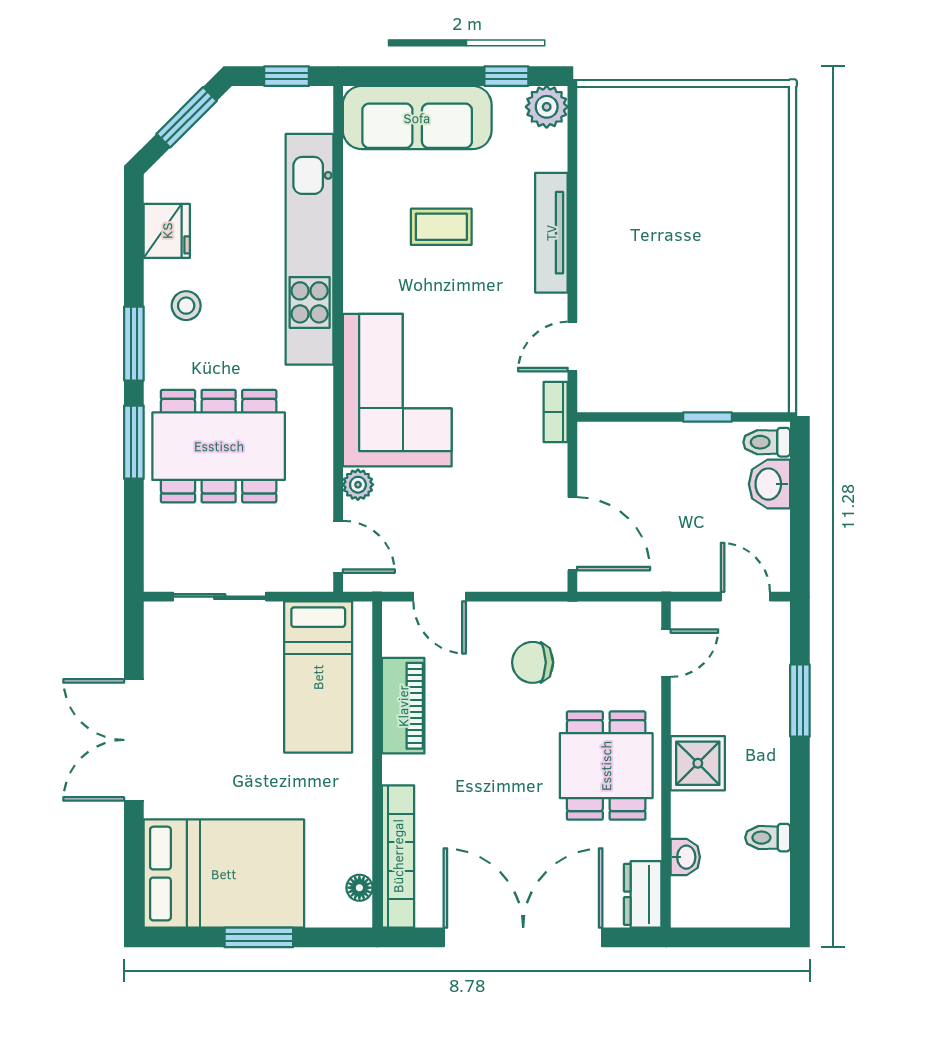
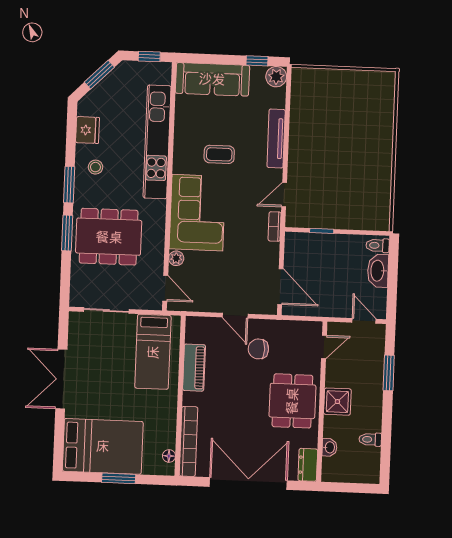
coffee table: (441, 227) -> (219, 154), moved
window: (707, 417) -> (322, 231), moved
washbasin: (770, 484) -> (378, 271), width x1.38
door: (440, 597) -> (235, 316), moved

